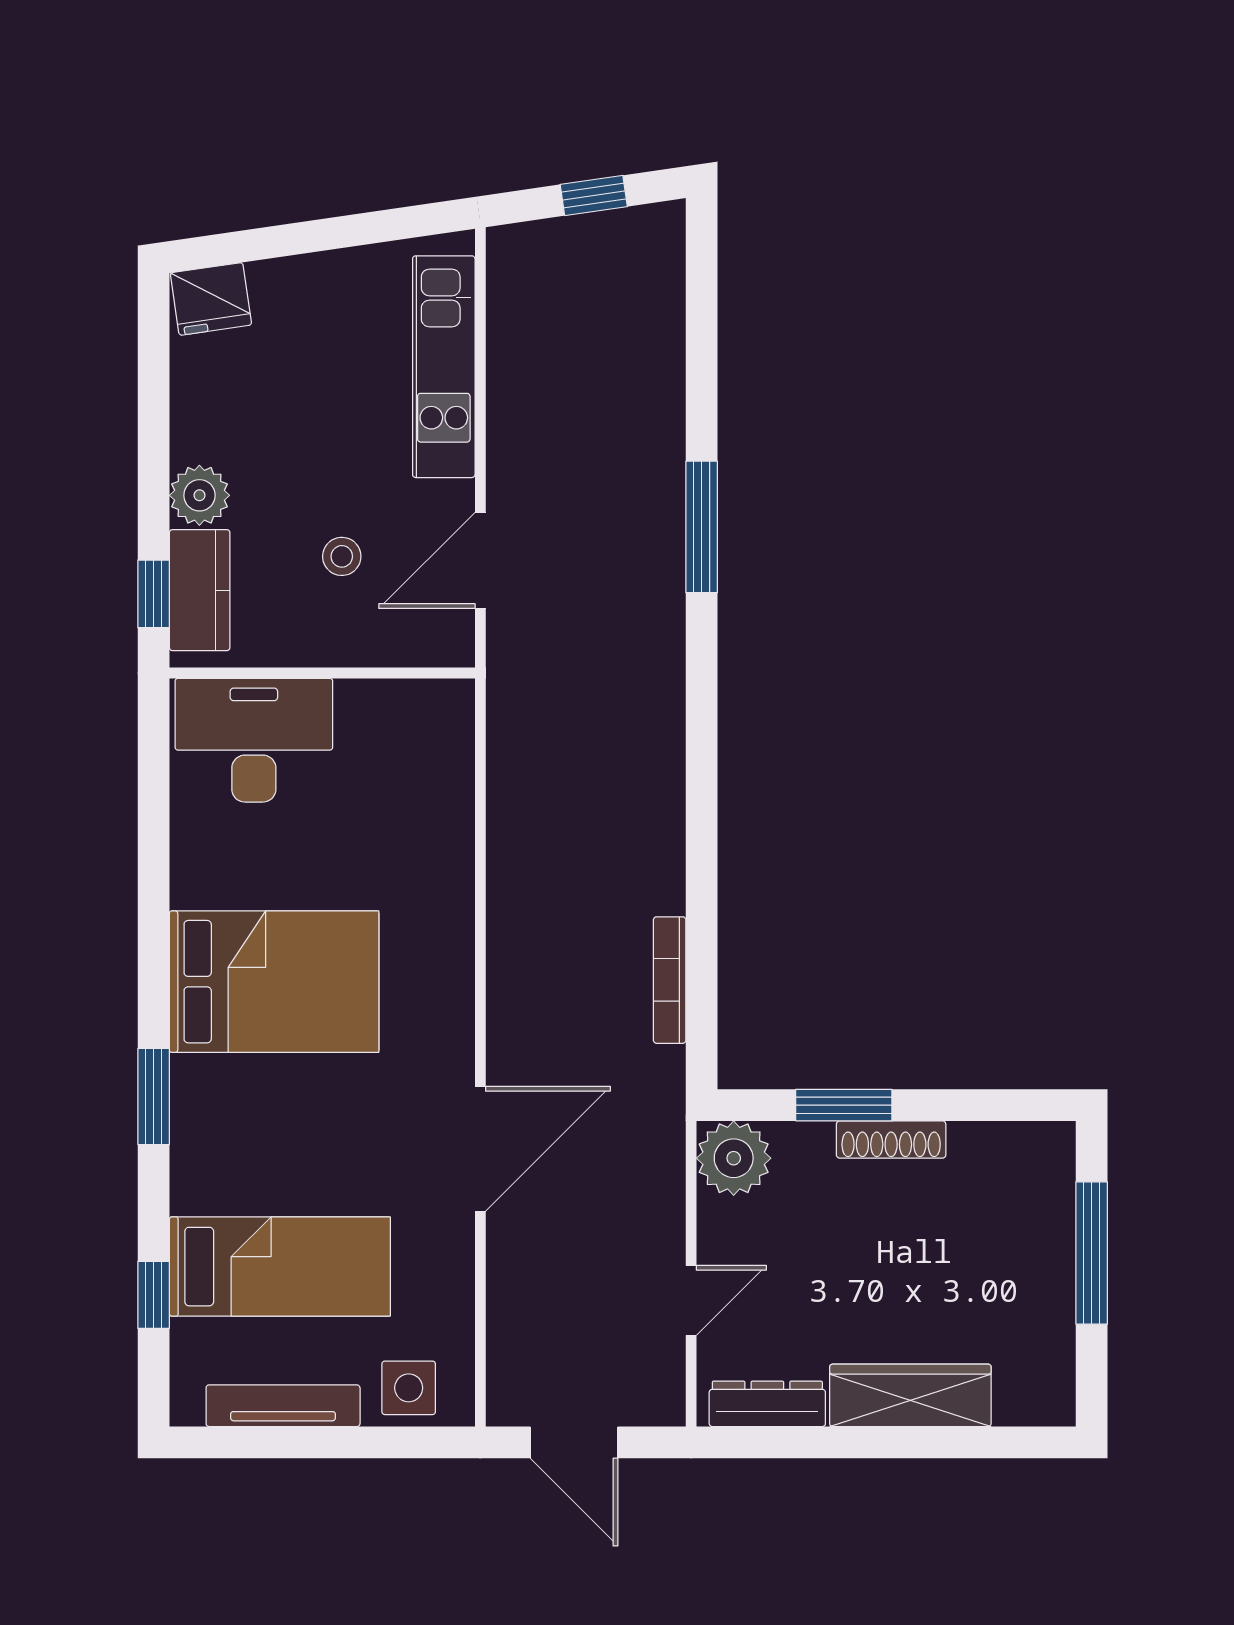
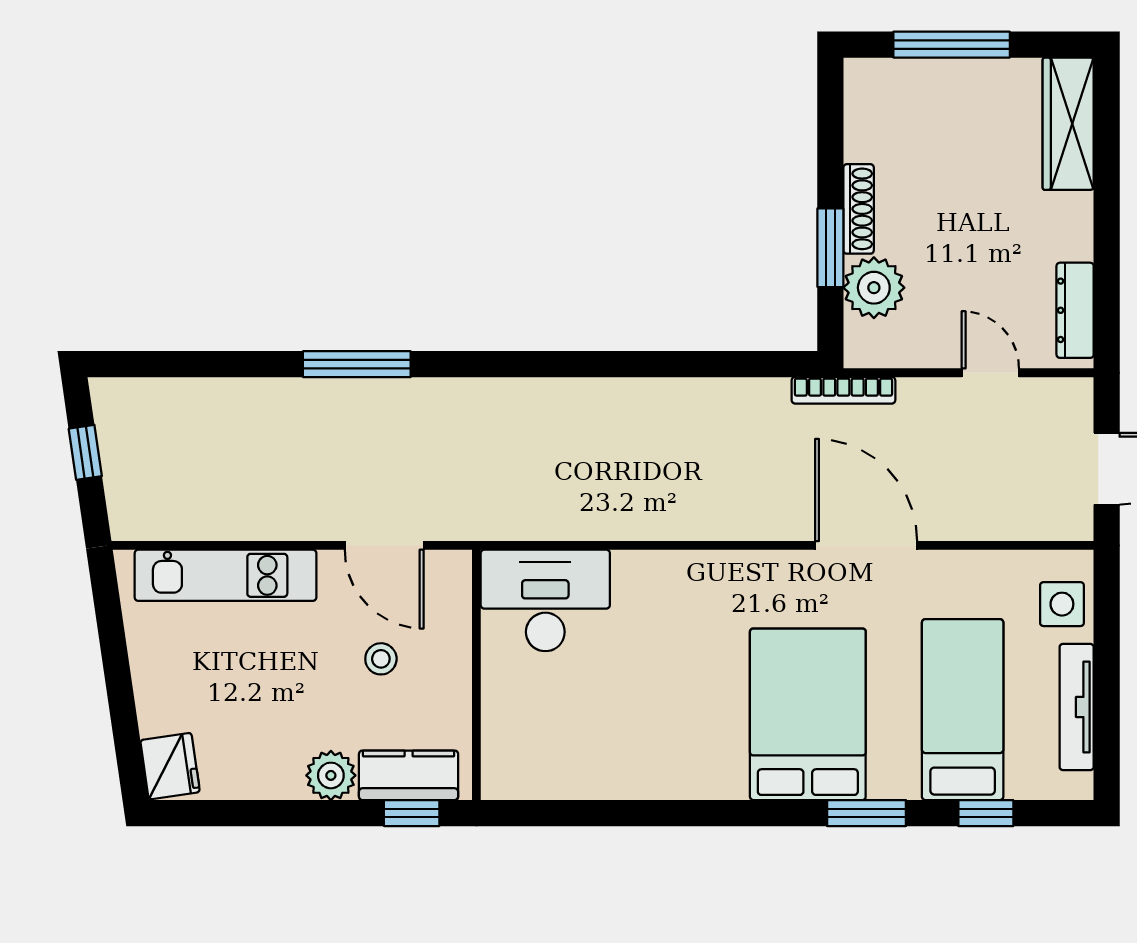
desk: (254, 740) -> (545, 600), moved, turned 90
bookcase: (670, 980) -> (843, 390), moved
bed: (274, 982) -> (808, 714), moved
window: (154, 1097) -> (867, 813), moved
plant: (734, 1158) -> (874, 288), moved
wardrobe: (910, 1395) -> (1068, 124), moved

